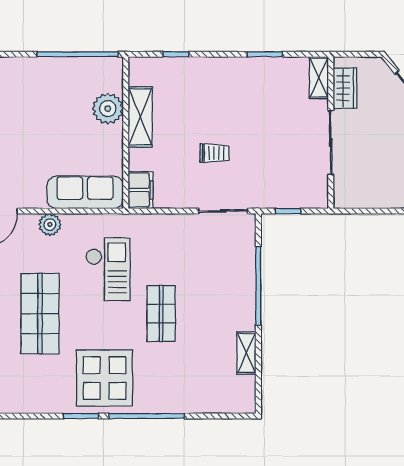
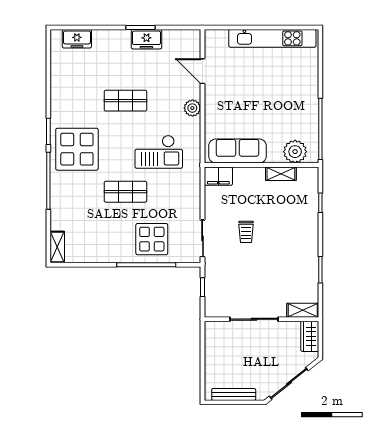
wardrobe: (345, 88) -> (310, 336), moved, turned 90
plant: (108, 109) -> (295, 152), moved
shelving: (140, 117) -> (281, 174), width x0.67, depth x0.75
sofa: (85, 192) -> (238, 151), moved, turned -90
display table: (224, 279) -> (152, 239), added
shop shelf: (40, 314) -> (125, 101), width x0.70, depth x0.74
shelving: (246, 353) -> (57, 247), moved, turned 90

